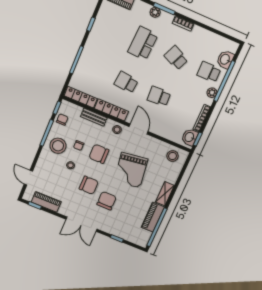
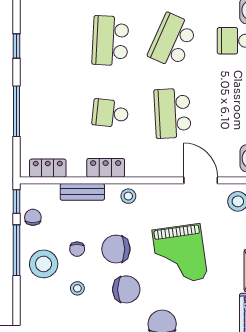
school desk: (176, 58) -> (173, 41), width x1.85
school desk: (159, 96) -> (173, 113), width x1.85
locker: (81, 97) -> (48, 168), width x0.66
locker: (111, 110) -> (106, 168), width x0.66
door: (139, 129) -> (201, 180), moved
chair: (89, 185) -> (126, 289), moved

